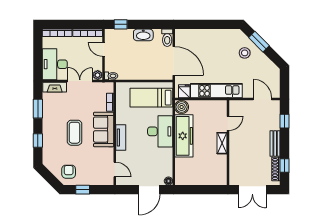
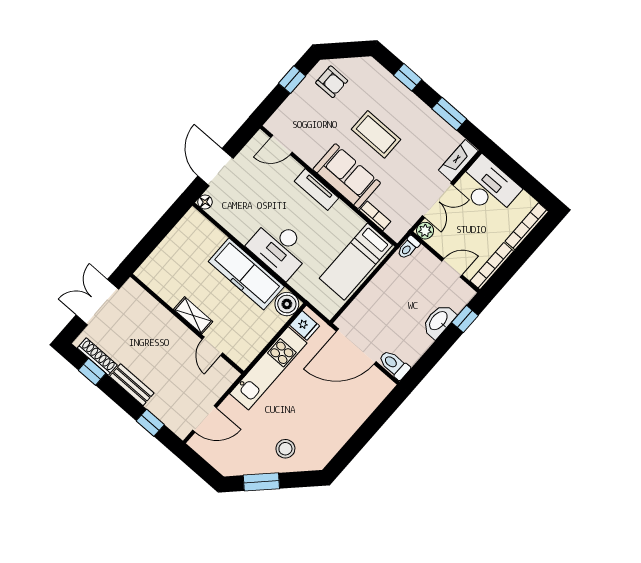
washbasin: (143, 35) -> (439, 321), moved
window: (259, 42) -> (261, 482), moved
bed: (151, 98) -> (356, 262), moved, turned 180

